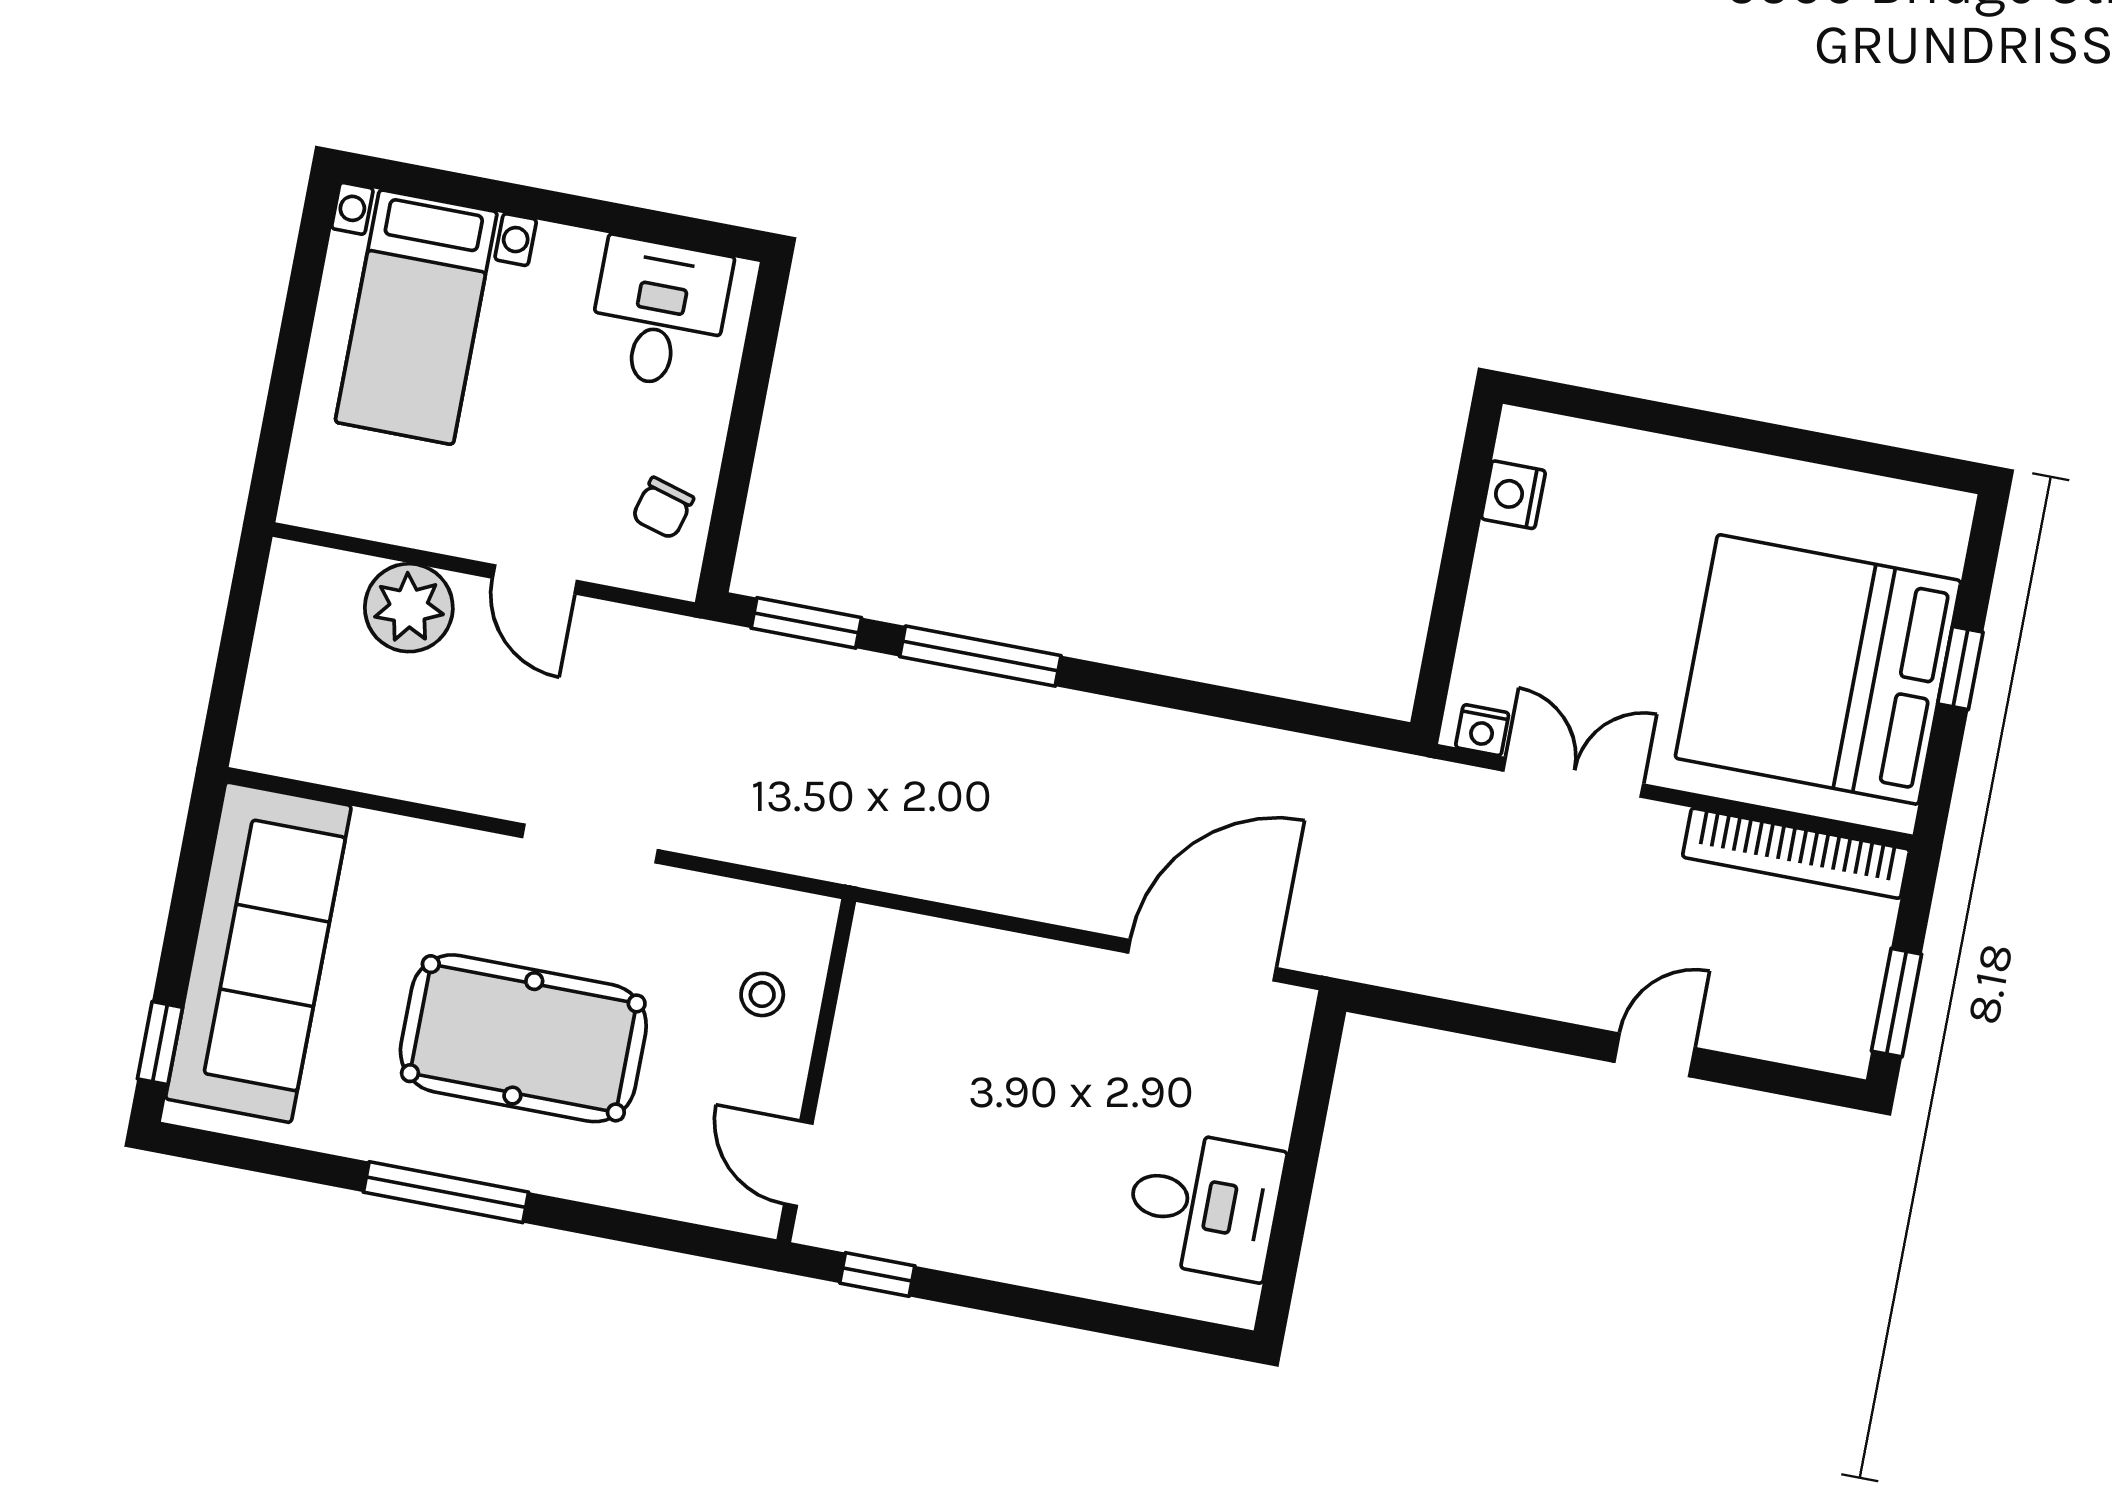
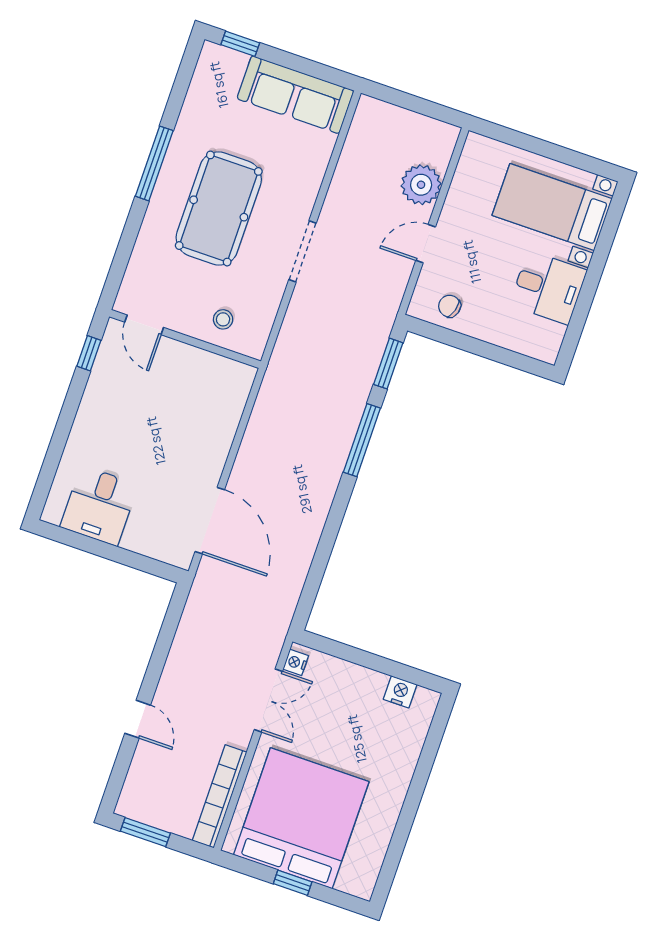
desk: (659, 313) -> (548, 288), moved
sofa: (258, 952) -> (295, 95), width x0.74, depth x0.79
door: (798, 1164) -> (144, 325), swing flipped

